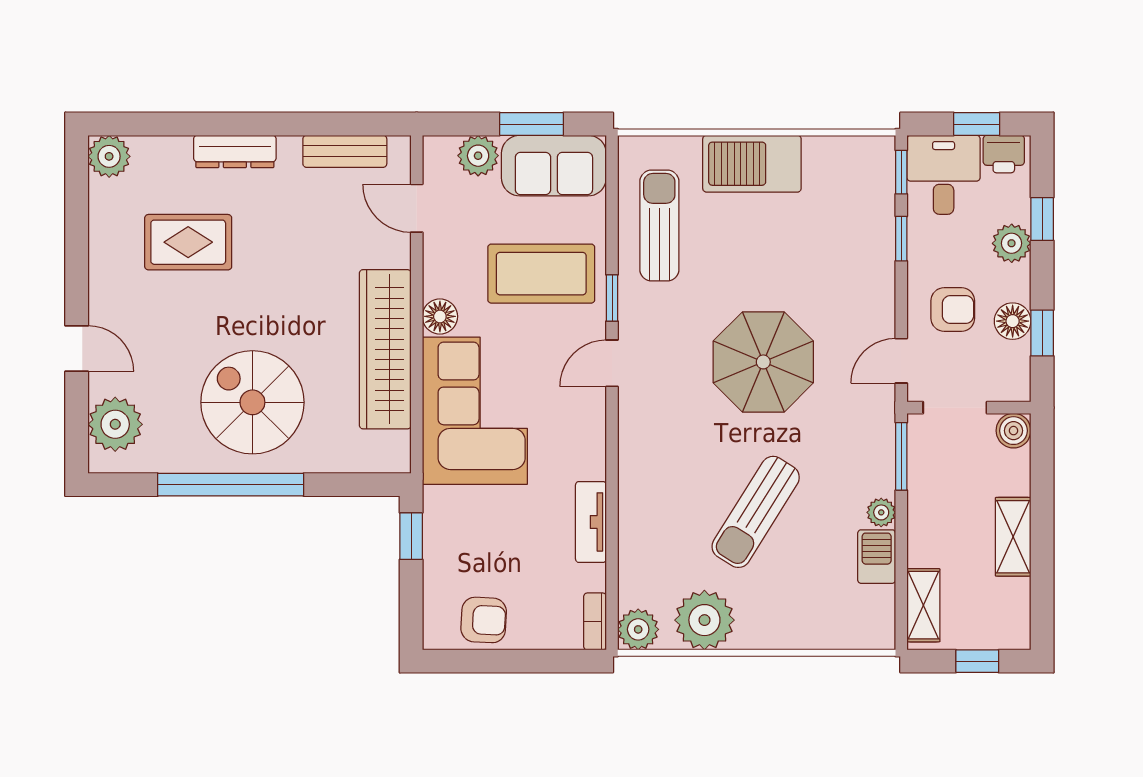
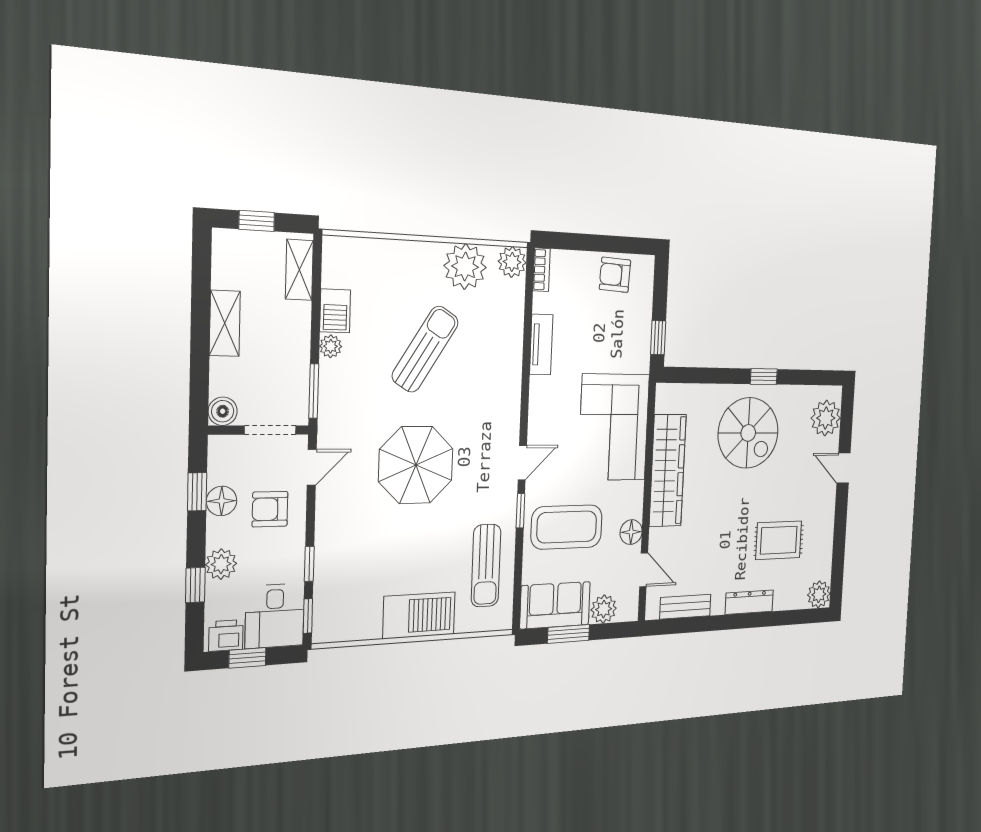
floor lamp: (440, 316) -> (631, 532), moved
window: (231, 485) -> (764, 377), width x0.32

